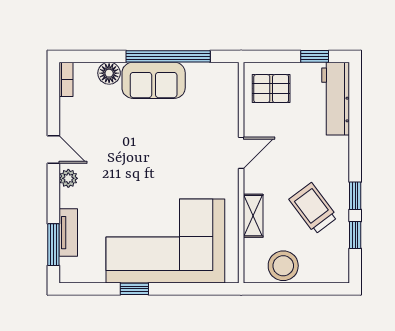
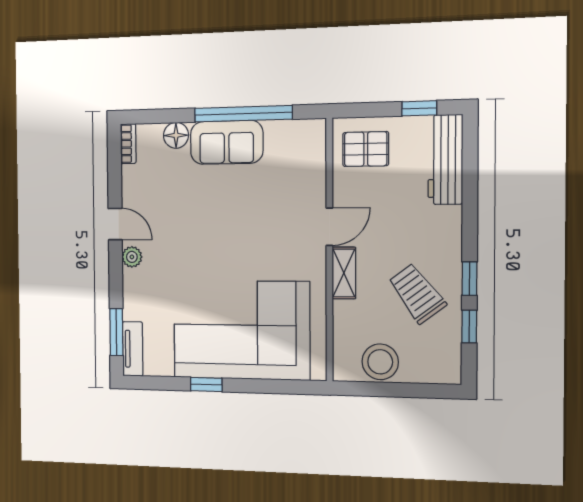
shelving: (253, 216) -> (344, 273), moved
tv unit: (68, 233) -> (133, 349), moved

